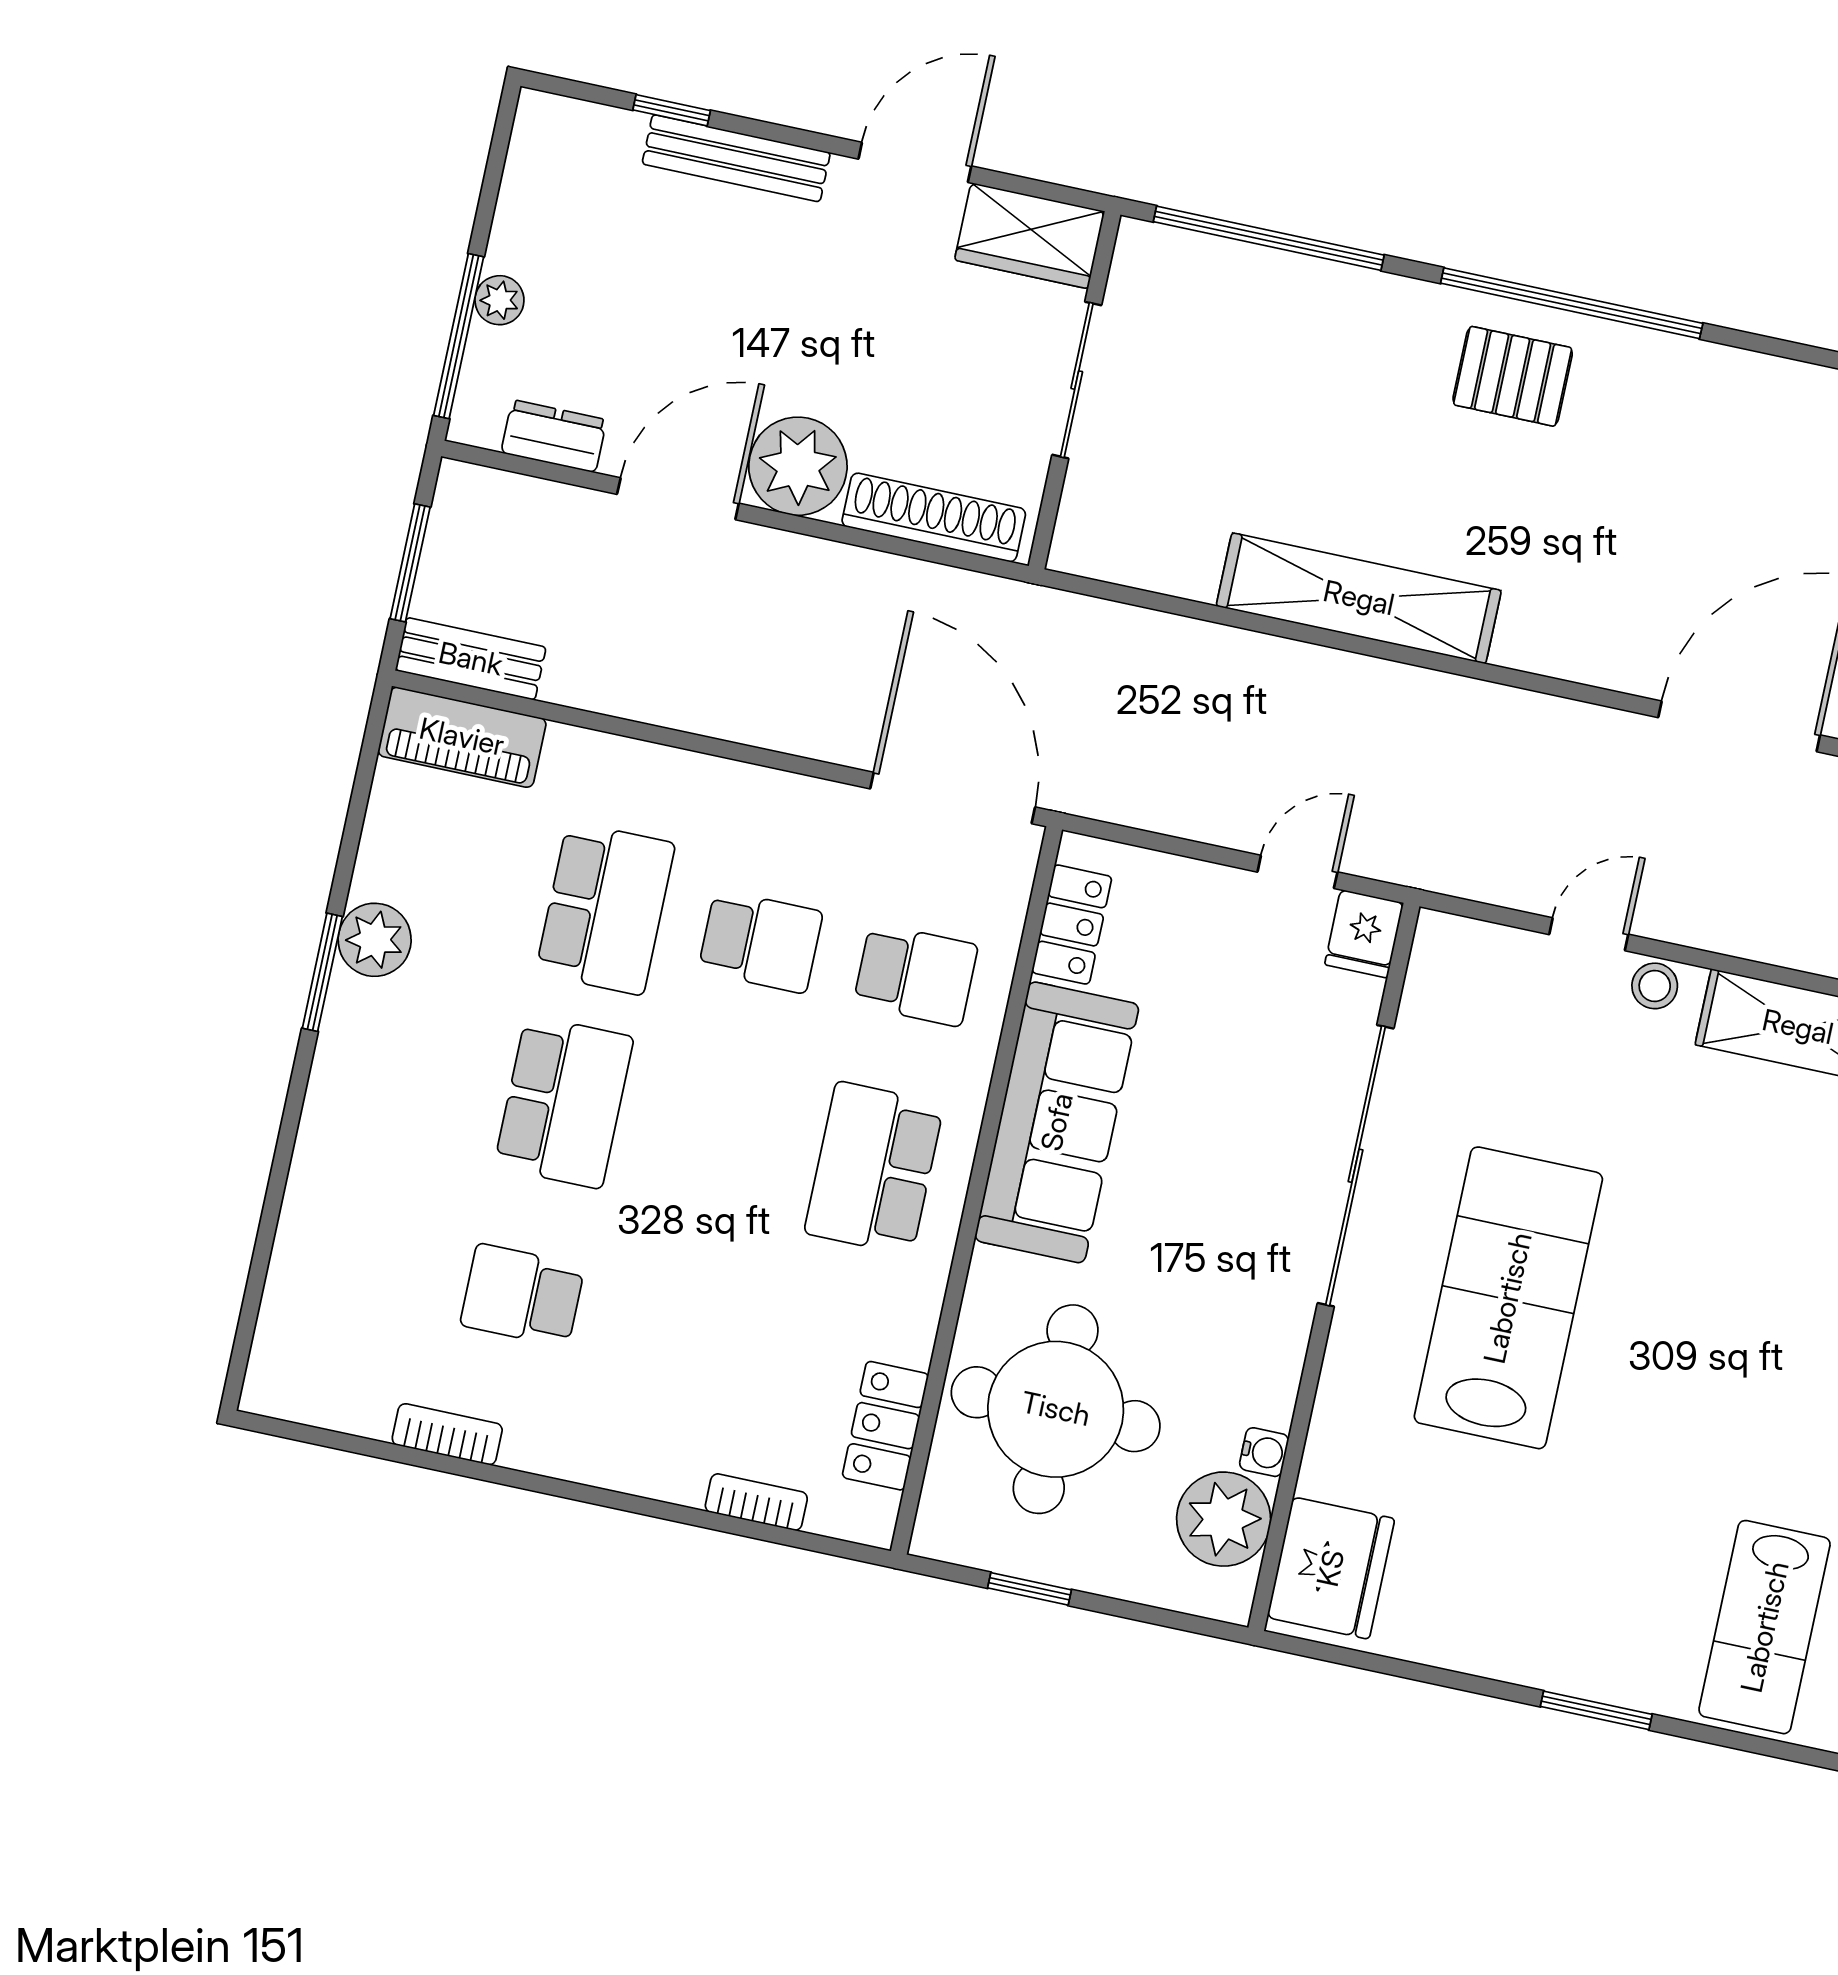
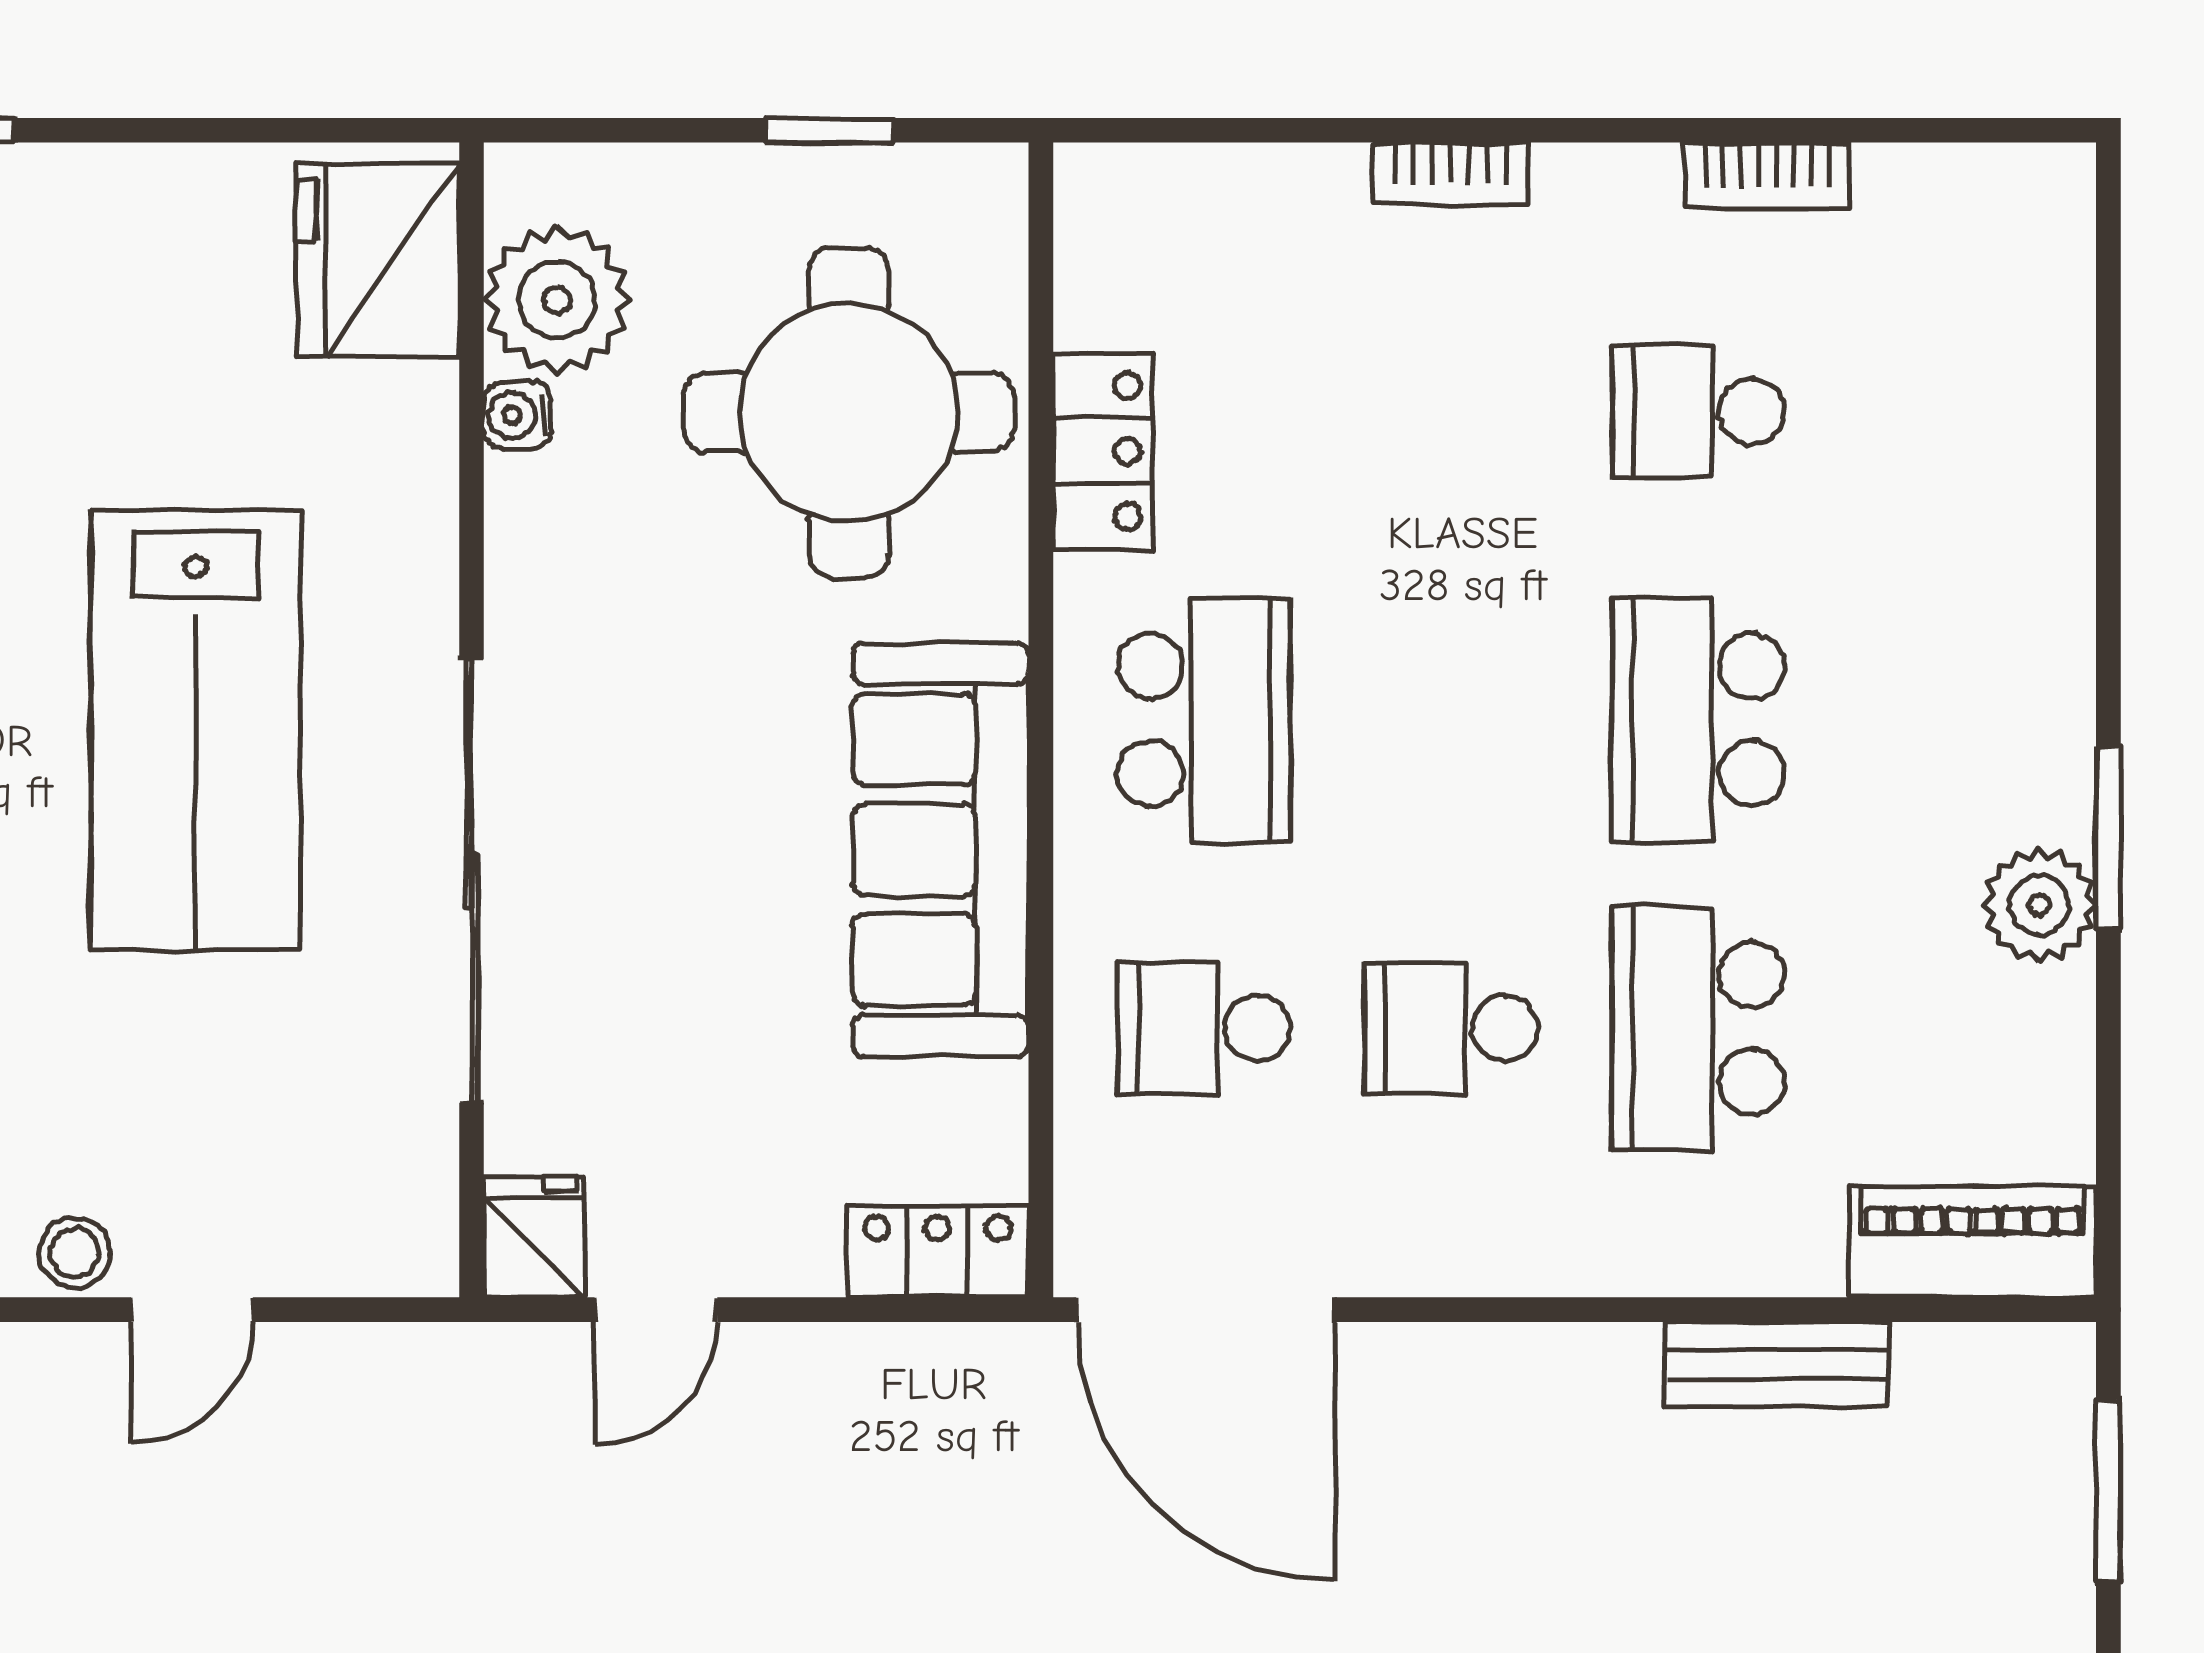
bench: (471, 659) -> (1777, 1364), moved
locker: (1072, 925) -> (938, 1251), moved, turned 90
school desk: (522, 1295) -> (1698, 412), turned 180
locker: (885, 1426) -> (1103, 451), moved
bookcase: (756, 1502) -> (1450, 173), moved

